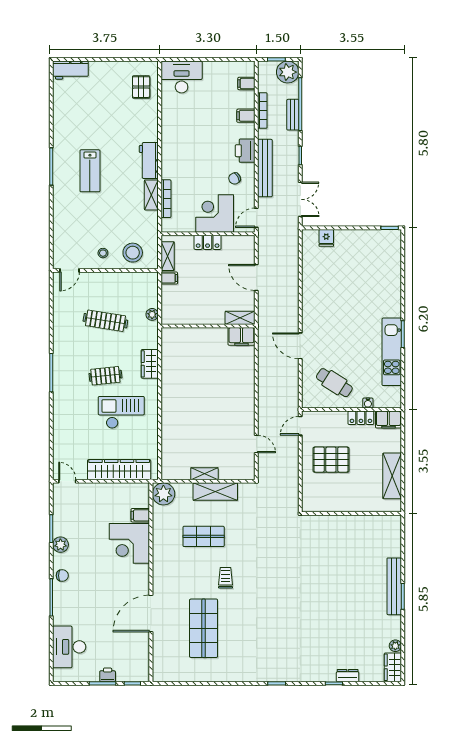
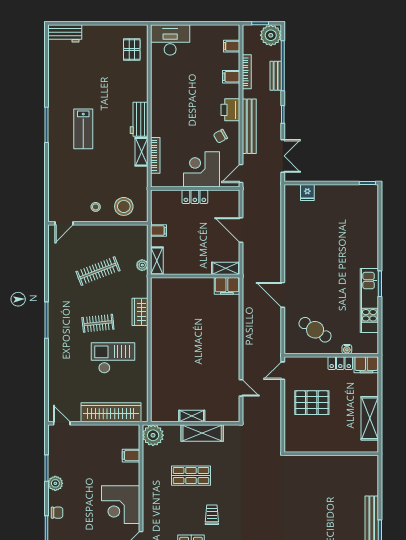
shelving: (168, 256) -> (157, 261), moved
clothes rail: (105, 321) -> (98, 271), turned -30
corner desk: (129, 543) -> (121, 505), moved

